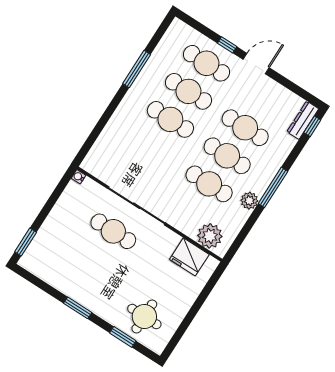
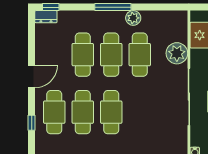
window: (227, 45) -> (32, 123), moved
door: (256, 64) -> (32, 76), swing flipped
dresser: (303, 120) -> (46, 17), width x0.70
plant: (210, 236) -> (177, 53), moved

